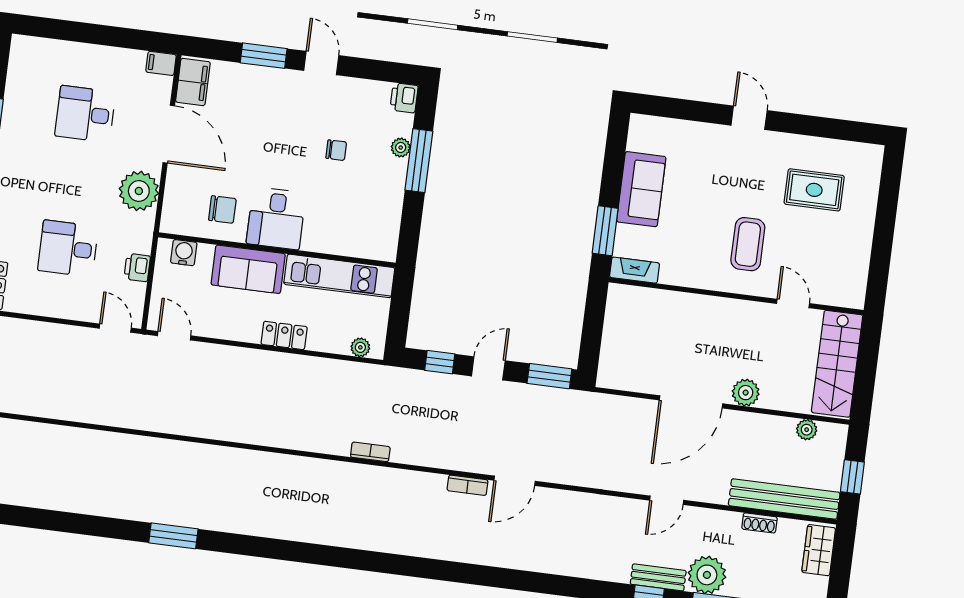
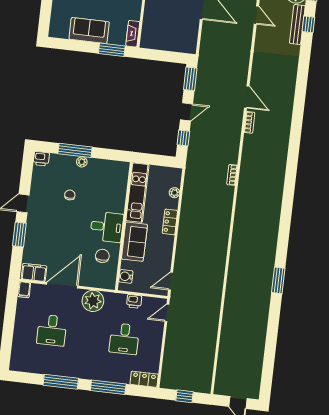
plant: (401, 148) -> (82, 162), moved
plant: (360, 347) -> (174, 193), moved
door: (488, 368) -> (186, 112), swing flipped
bench: (658, 577) -> (297, 24), width x1.36

